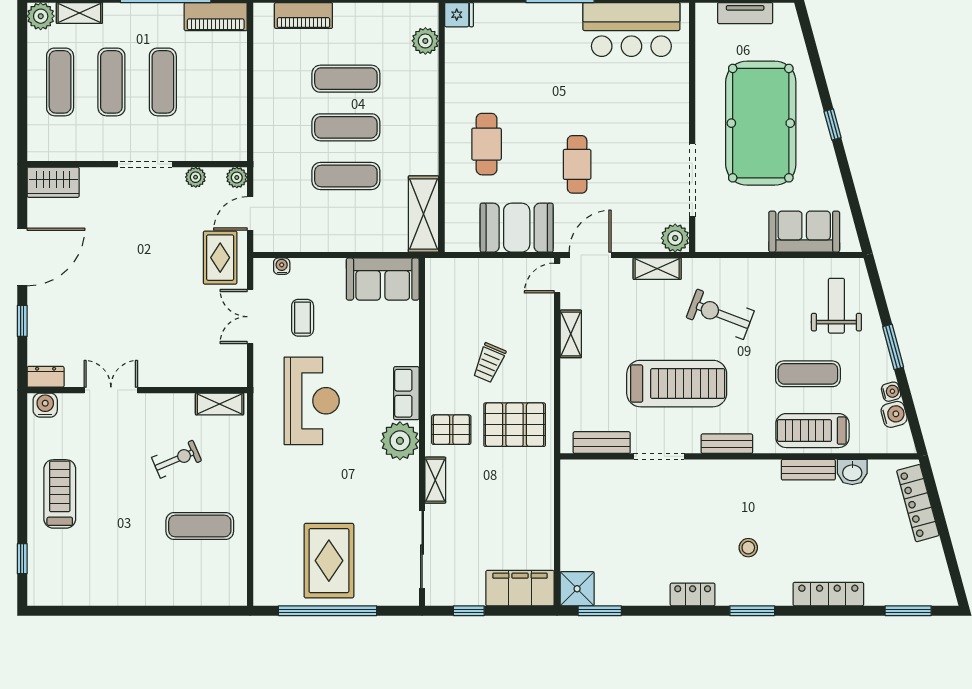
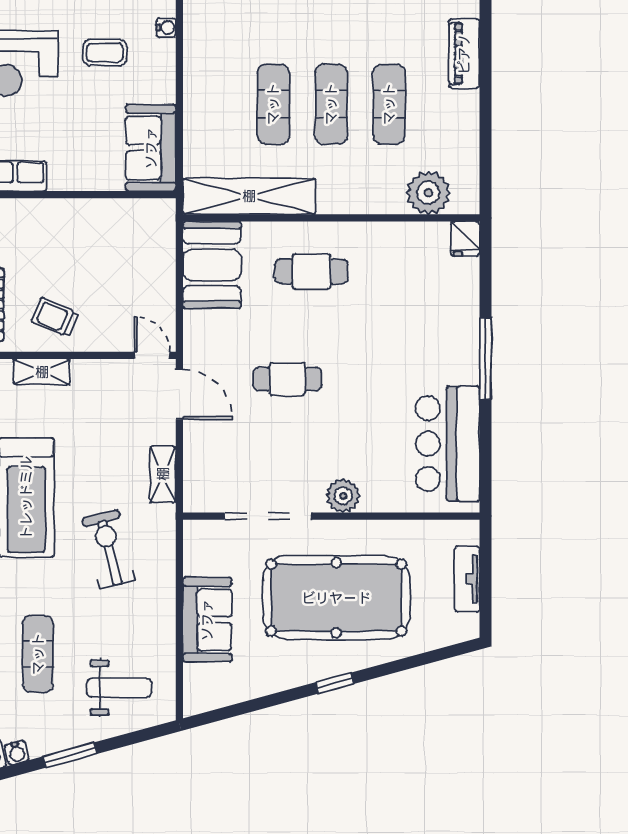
plant: (425, 41) -> (428, 193), width x1.36, depth x1.36
shelving: (423, 214) -> (249, 196), width x1.47
booth: (517, 228) -> (212, 265), moved
sofa: (804, 232) -> (207, 620), moved
plant: (675, 238) -> (343, 496), moved
exercise bike: (720, 314) -> (109, 549), turned -35
shelving: (571, 334) -> (42, 372), moved
trolley: (489, 363) -> (55, 317), moved

